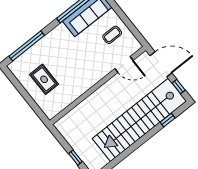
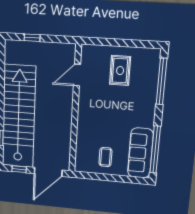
door: (124, 65) -> (77, 75), moved
rug: (44, 79) -> (120, 71), turned 90

